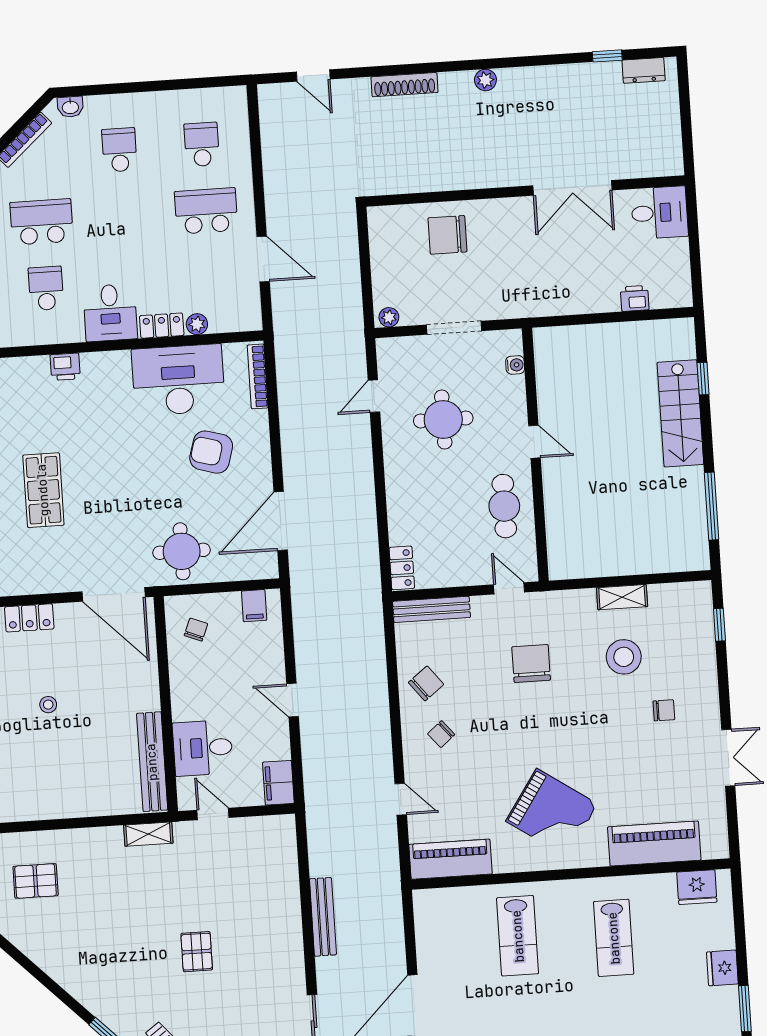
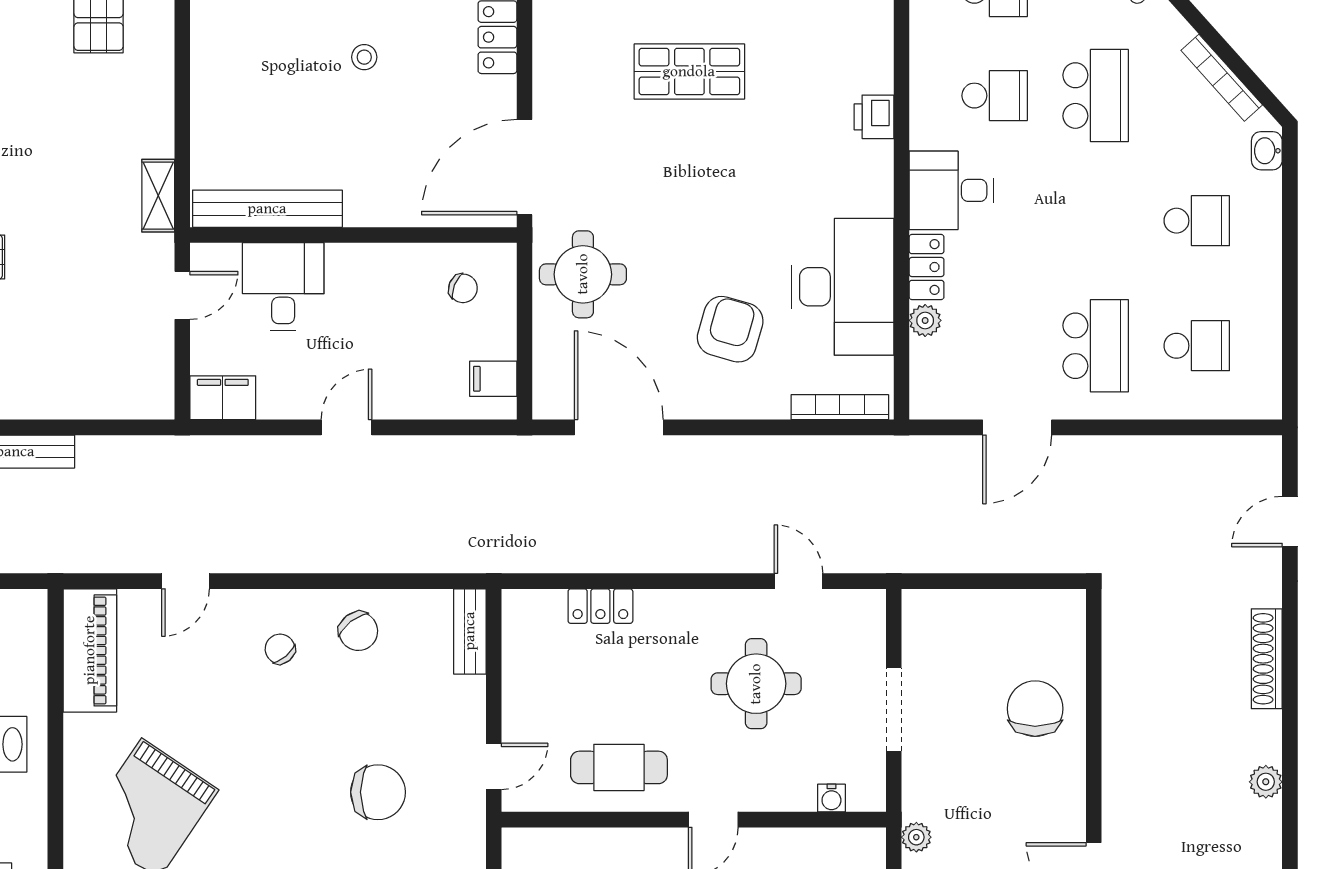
plant: (389, 317) -> (916, 837), moved
locker: (402, 568) -> (600, 606), moved
bench: (432, 609) -> (470, 631), width x0.73

